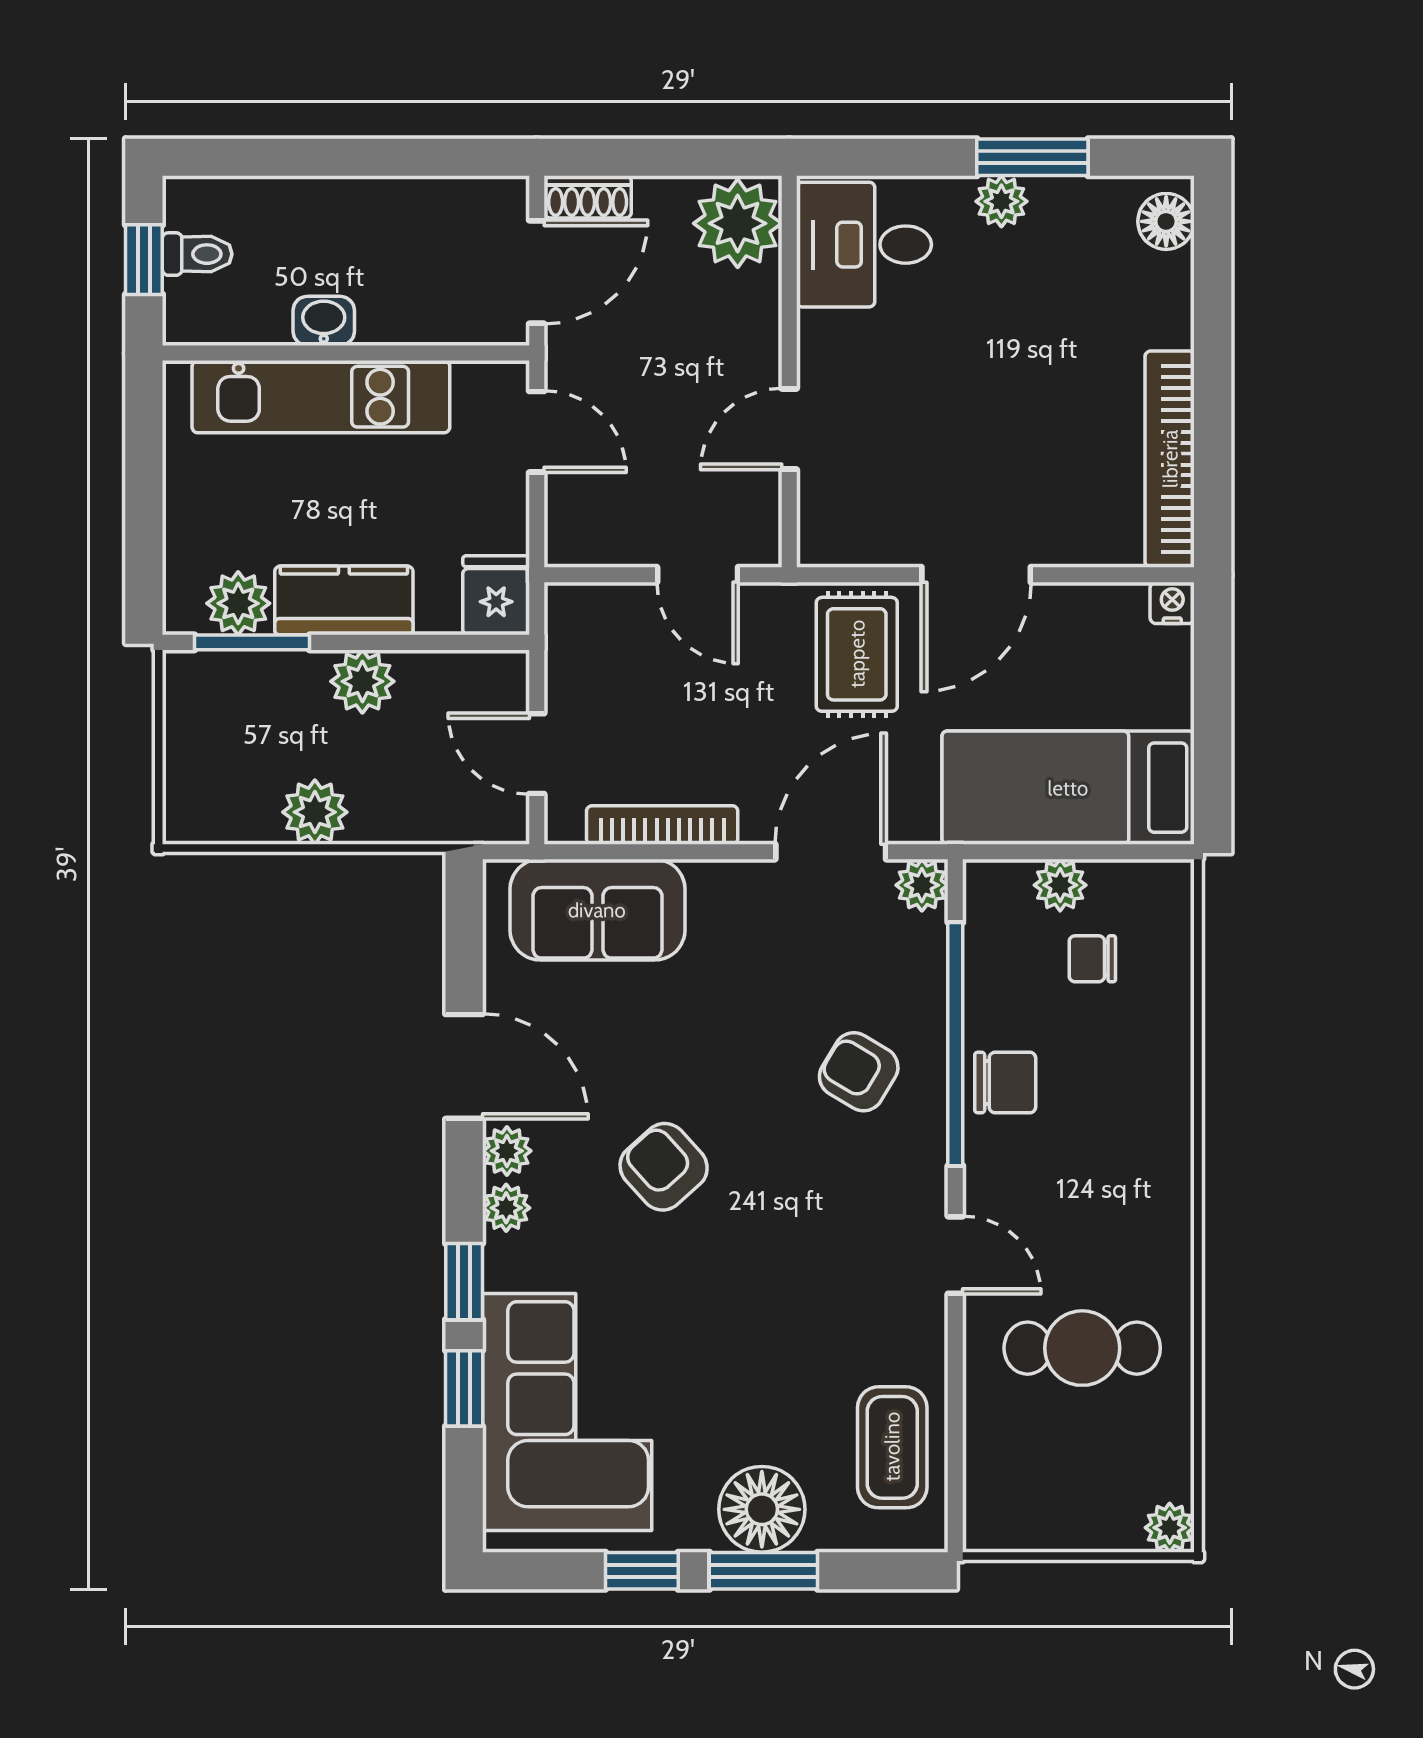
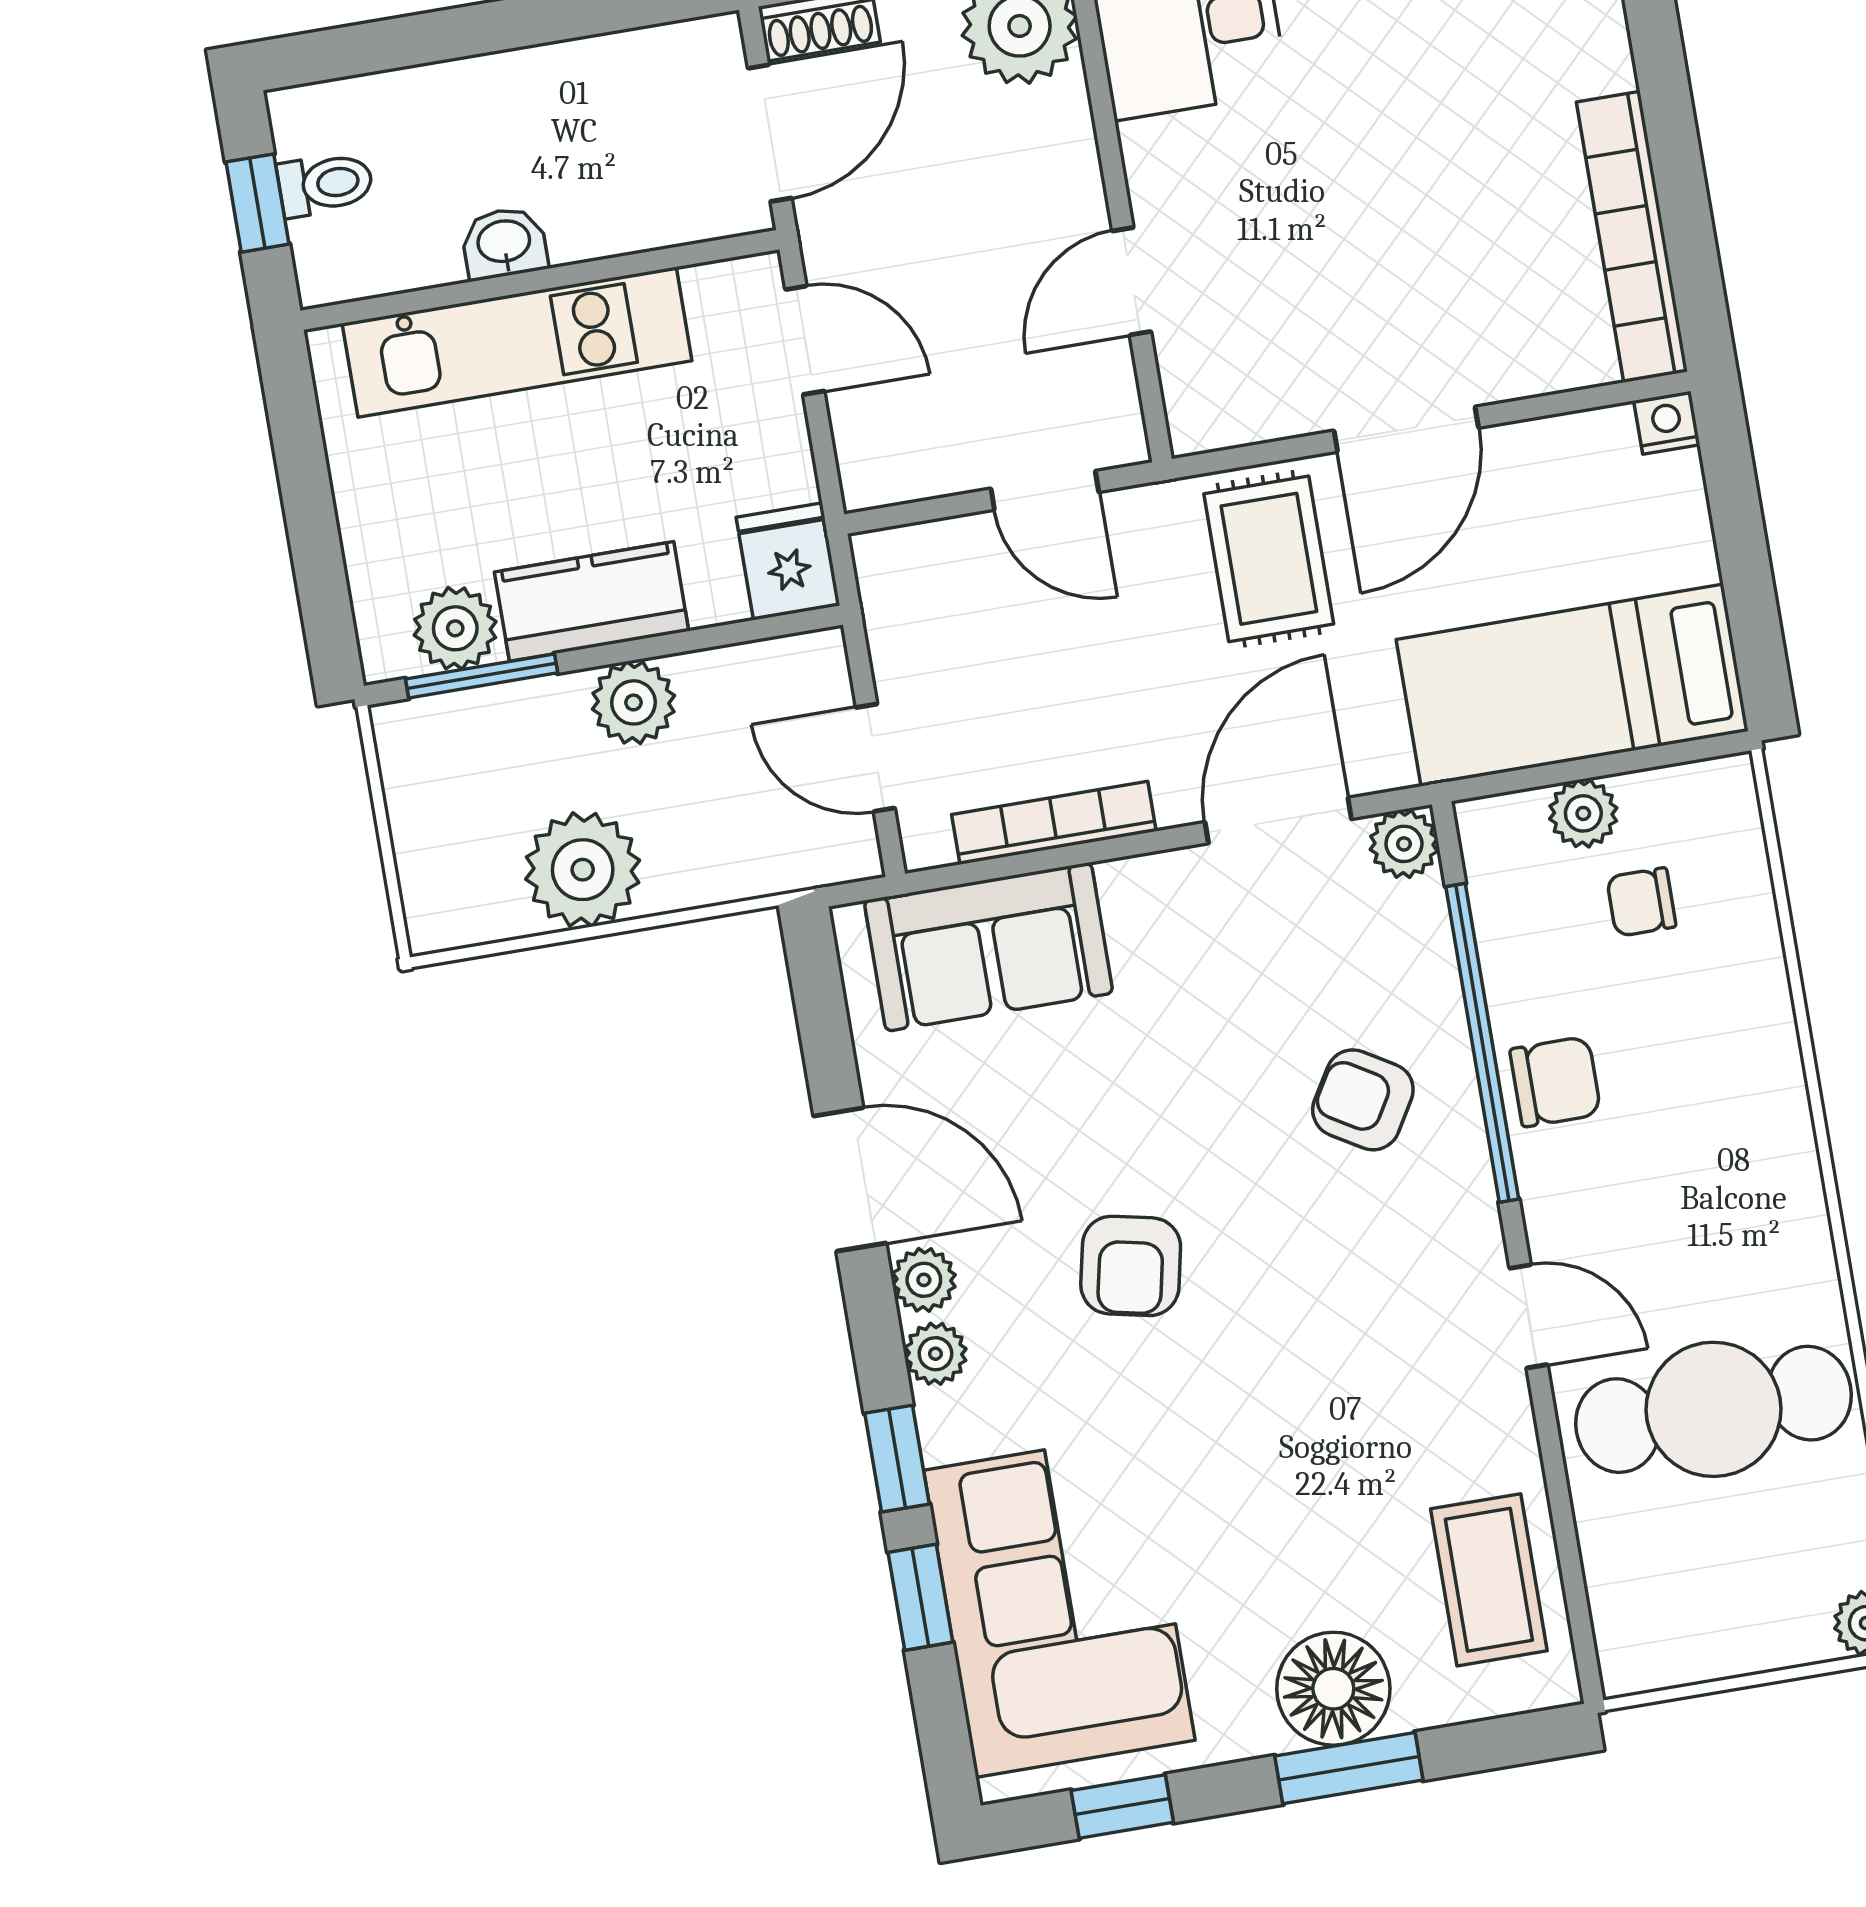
plant: (315, 812) -> (583, 870), width x1.36, depth x1.36
armchair: (664, 1167) -> (1131, 1266), turned -126
cafe table: (1082, 1348) -> (1714, 1409), width x1.37, depth x1.35
window: (642, 1571) -> (1122, 1806), moved

